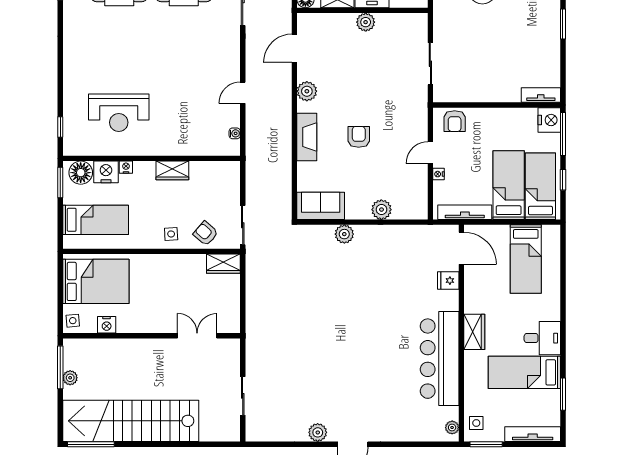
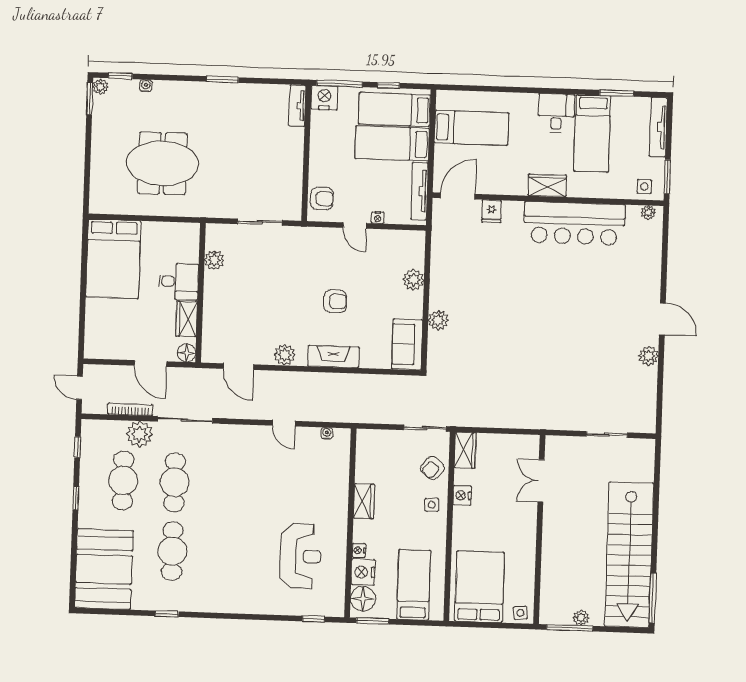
plant: (366, 22) -> (214, 260), moved
armchair: (359, 137) -> (335, 301), turned 180
nightstand: (107, 325) -> (462, 495), moved, turned 180

